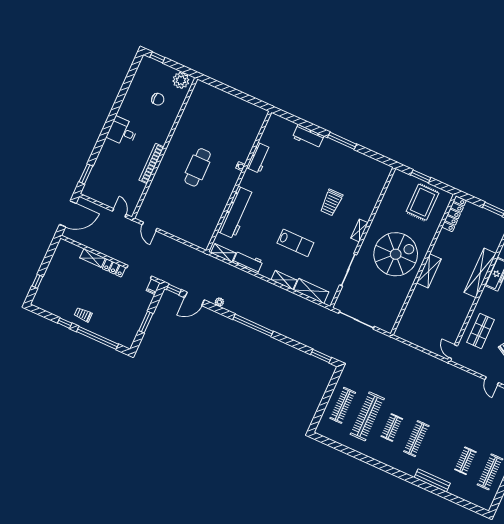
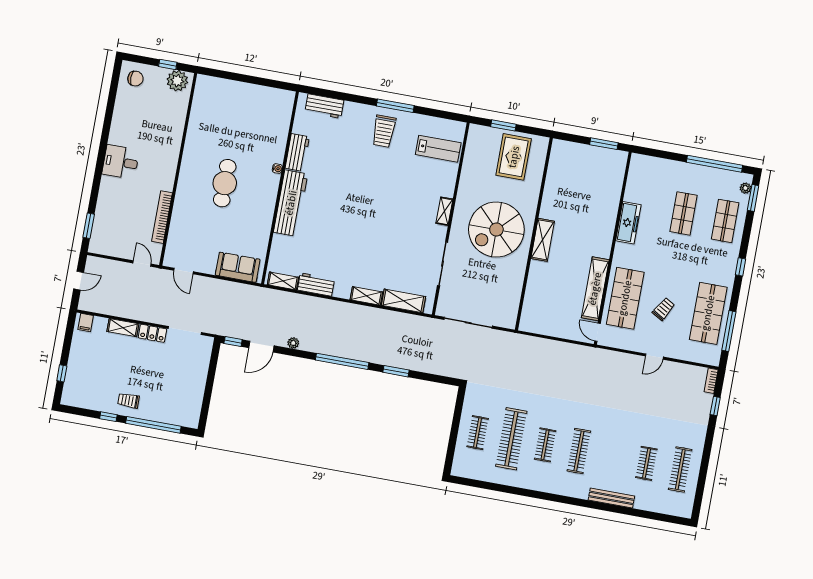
window: (157, 57) -> (168, 64), moved
chair: (158, 99) -> (135, 79), moved
workbench: (308, 137) -> (324, 106), moved
bookcase: (151, 164) -> (162, 217), moved
trolley: (331, 202) -> (384, 131), moved
workbench: (236, 213) -> (291, 203), moved
door: (68, 214) -> (79, 281), width x0.53
locker: (454, 214) -> (556, 162), removed
sofa: (191, 234) -> (238, 267), added
lab bench: (295, 243) -> (438, 149), moved
spiral stairs: (396, 254) -> (496, 230), turned 180
shelving: (480, 273) -> (595, 289), moved
filing cabinet: (153, 287) -> (86, 322), moved
window: (146, 322) -> (208, 390), removed
shop shelf: (481, 331) -> (625, 298), width x1.43, depth x1.36
window: (321, 356) -> (396, 371), moved
door: (492, 381) -> (654, 357), hinge flipped
clothes rail: (343, 405) -> (478, 433), width x0.73

